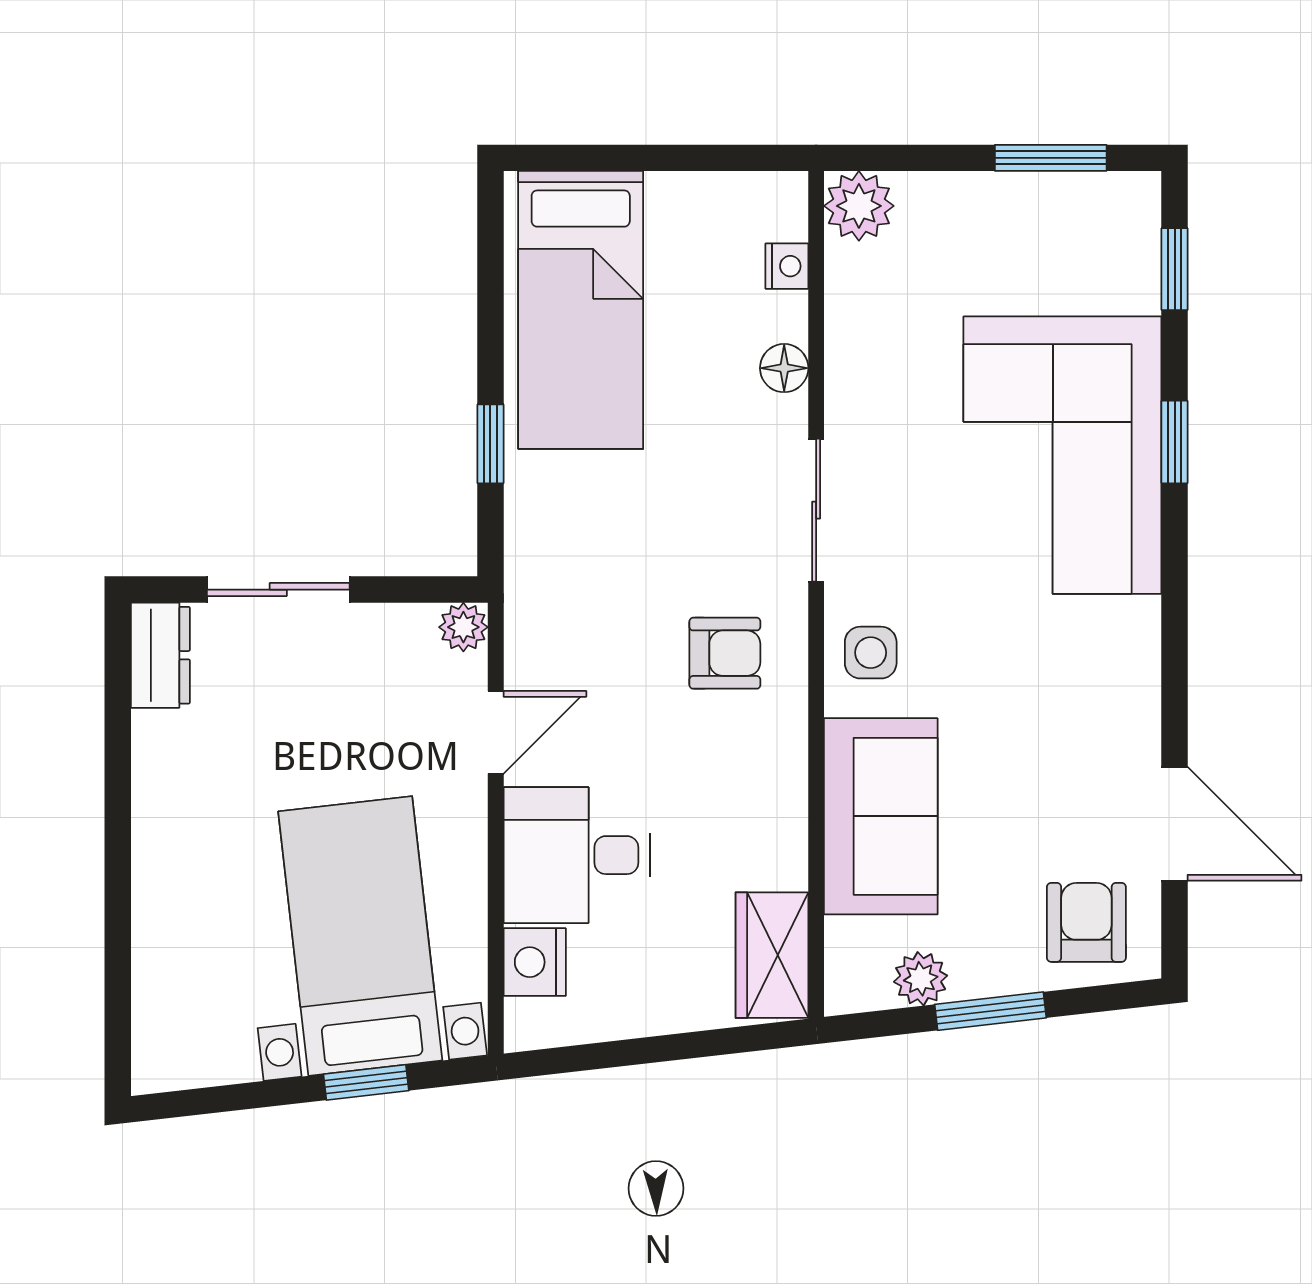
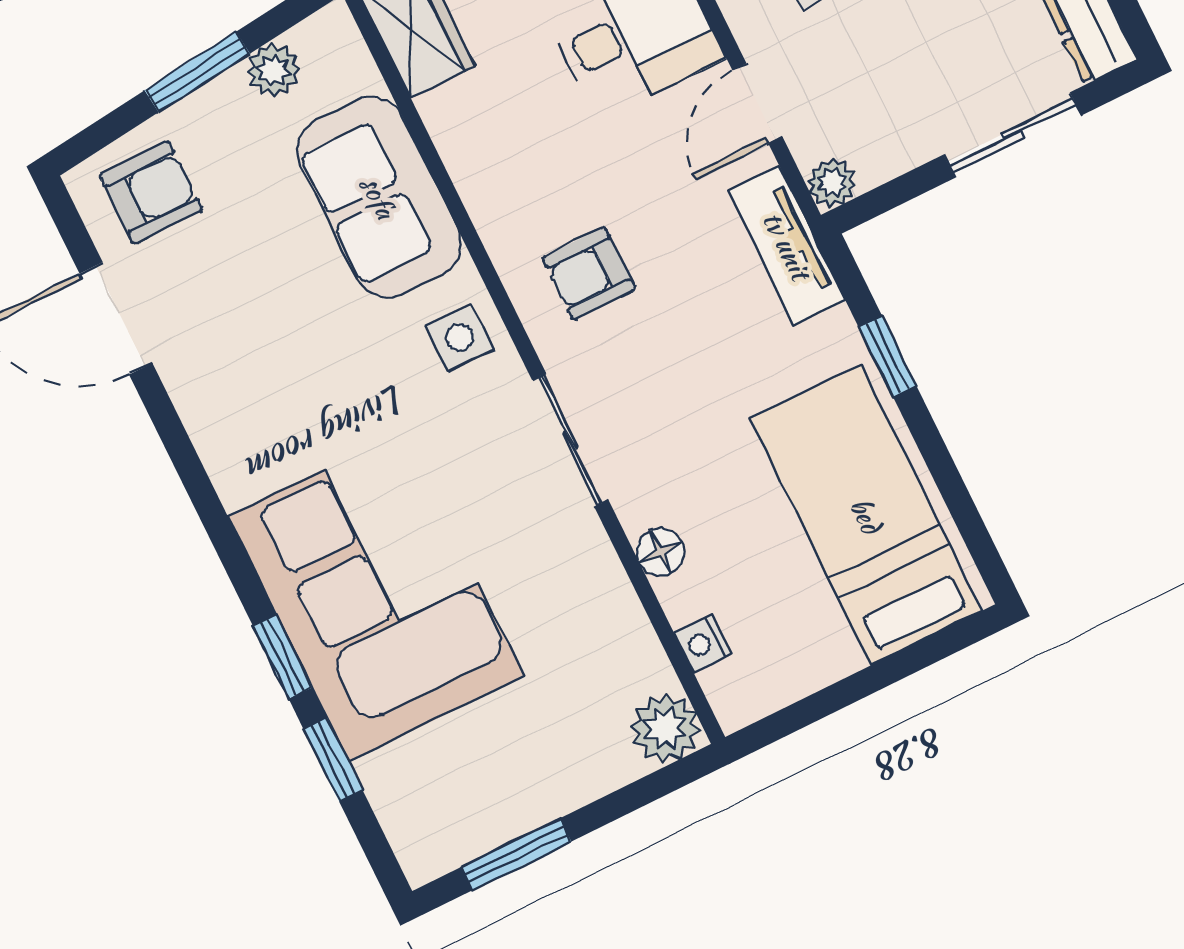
window: (1175, 269) -> (333, 759), moved
tv unit: (532, 591) -> (787, 245), added
armchair: (1086, 922) -> (151, 193), turned -90

